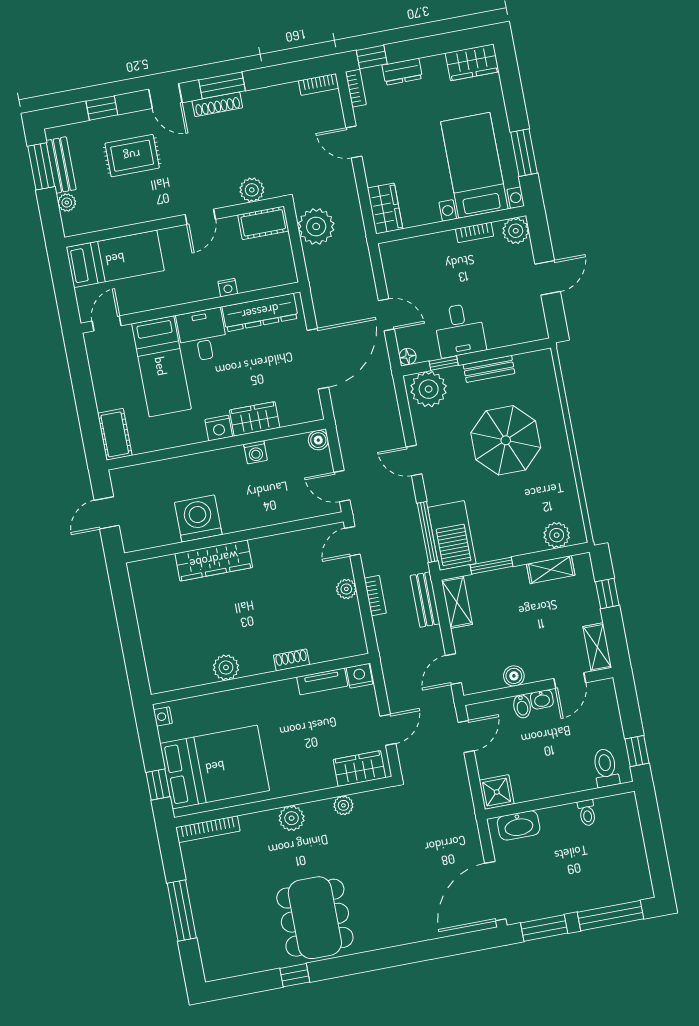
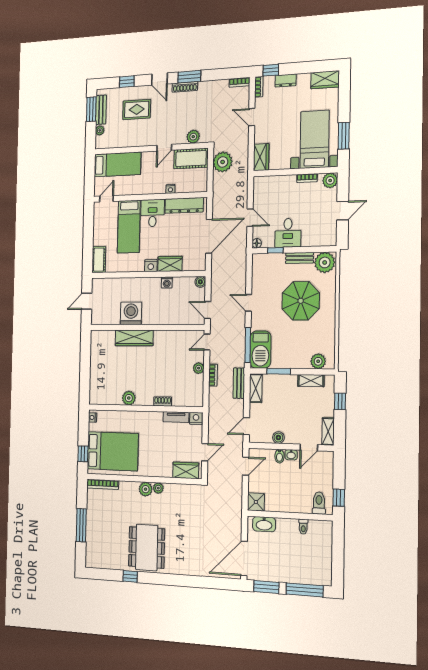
cot: (263, 223) -> (191, 159), width x1.37, depth x1.34
plant: (429, 389) -> (325, 262), moved
plant: (343, 805) -> (158, 488), moved

